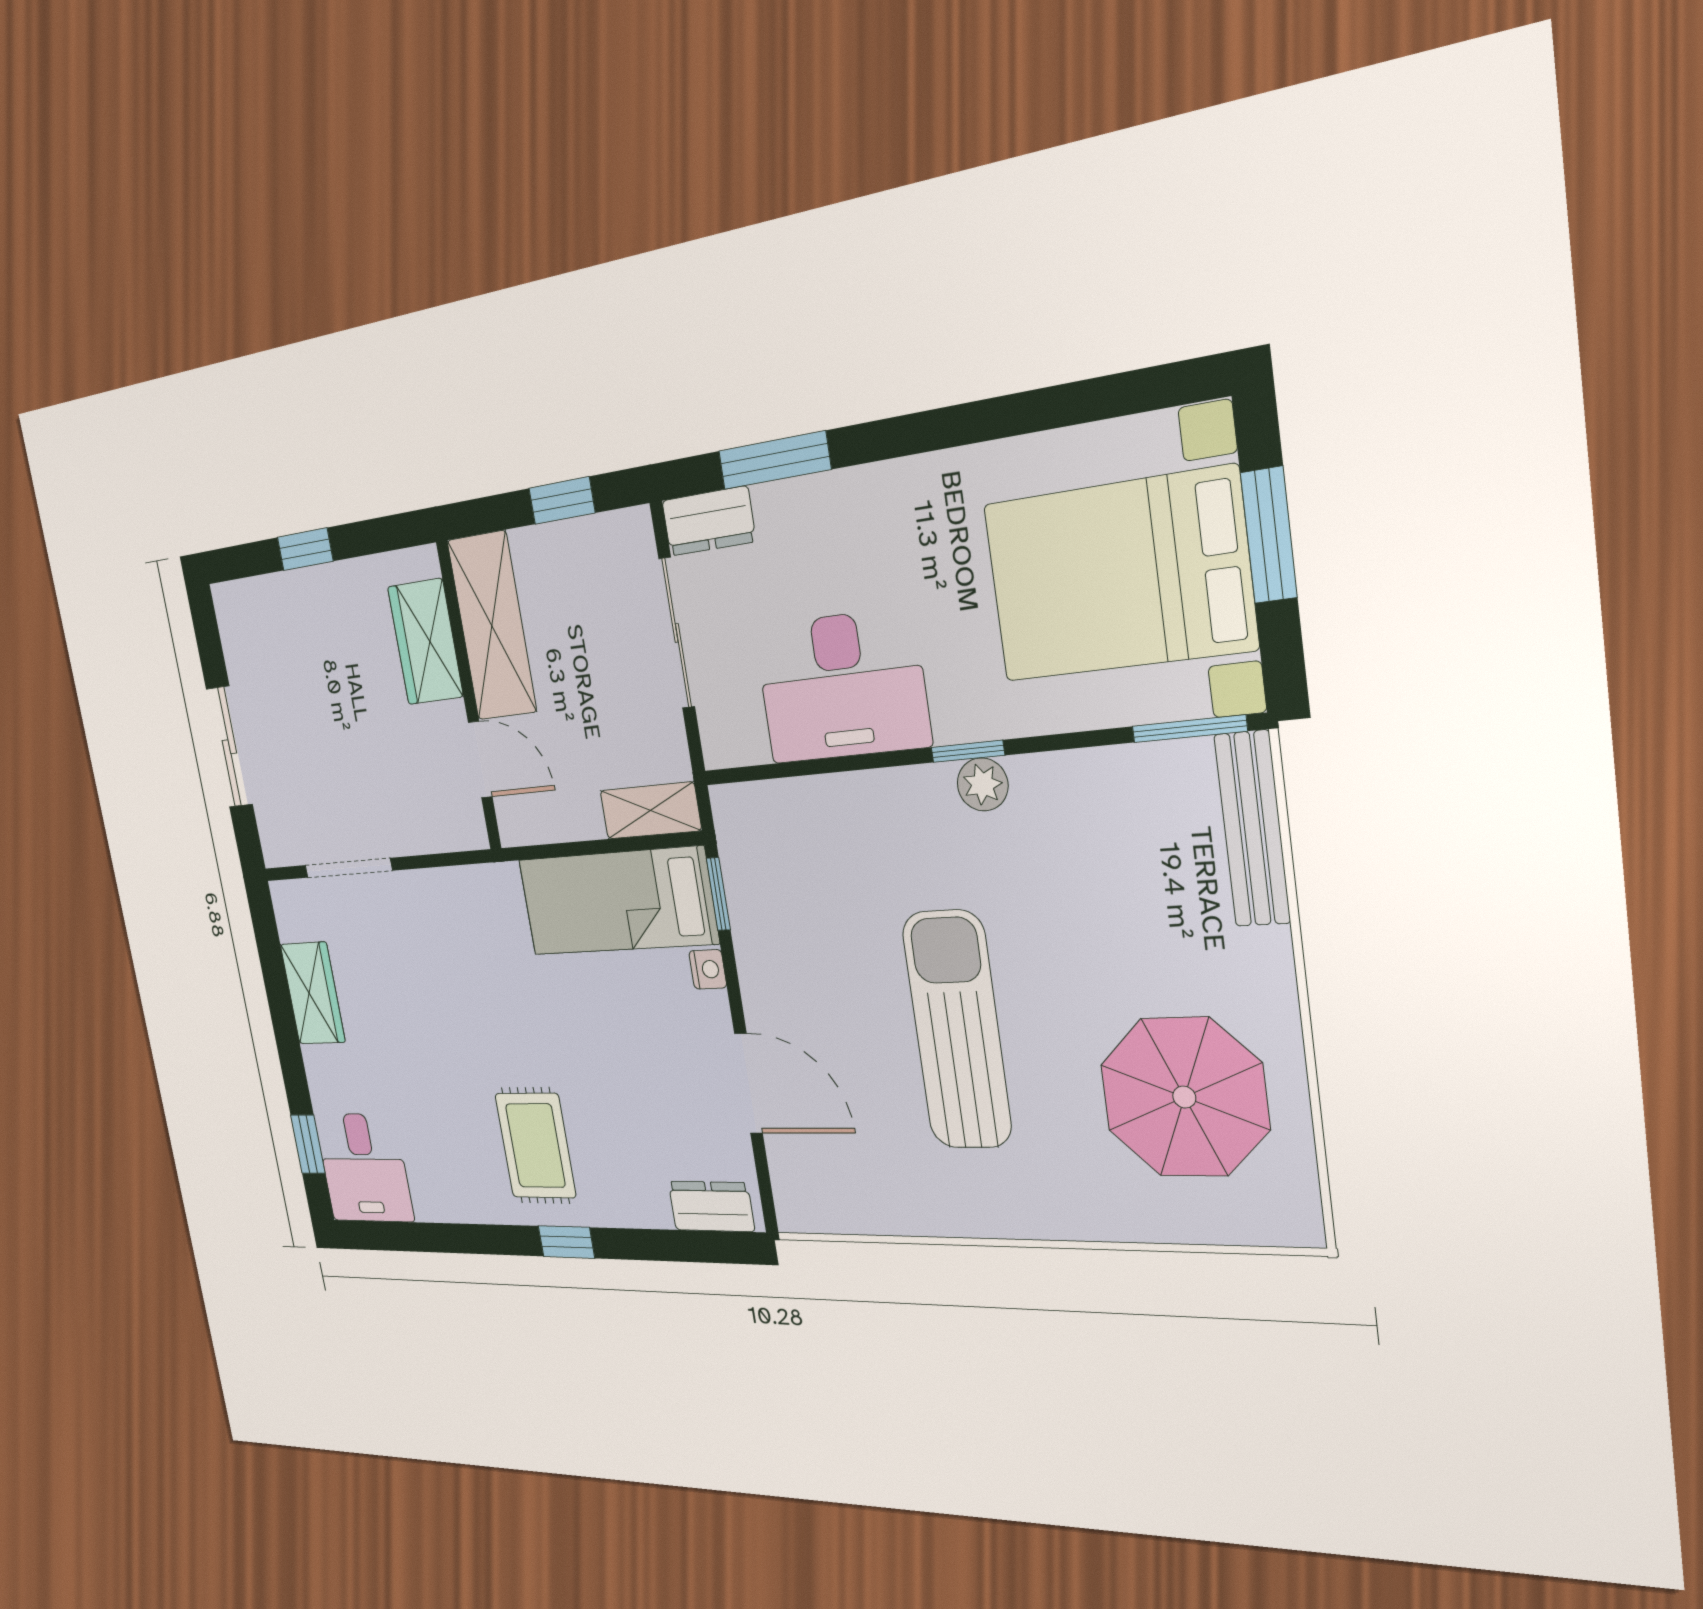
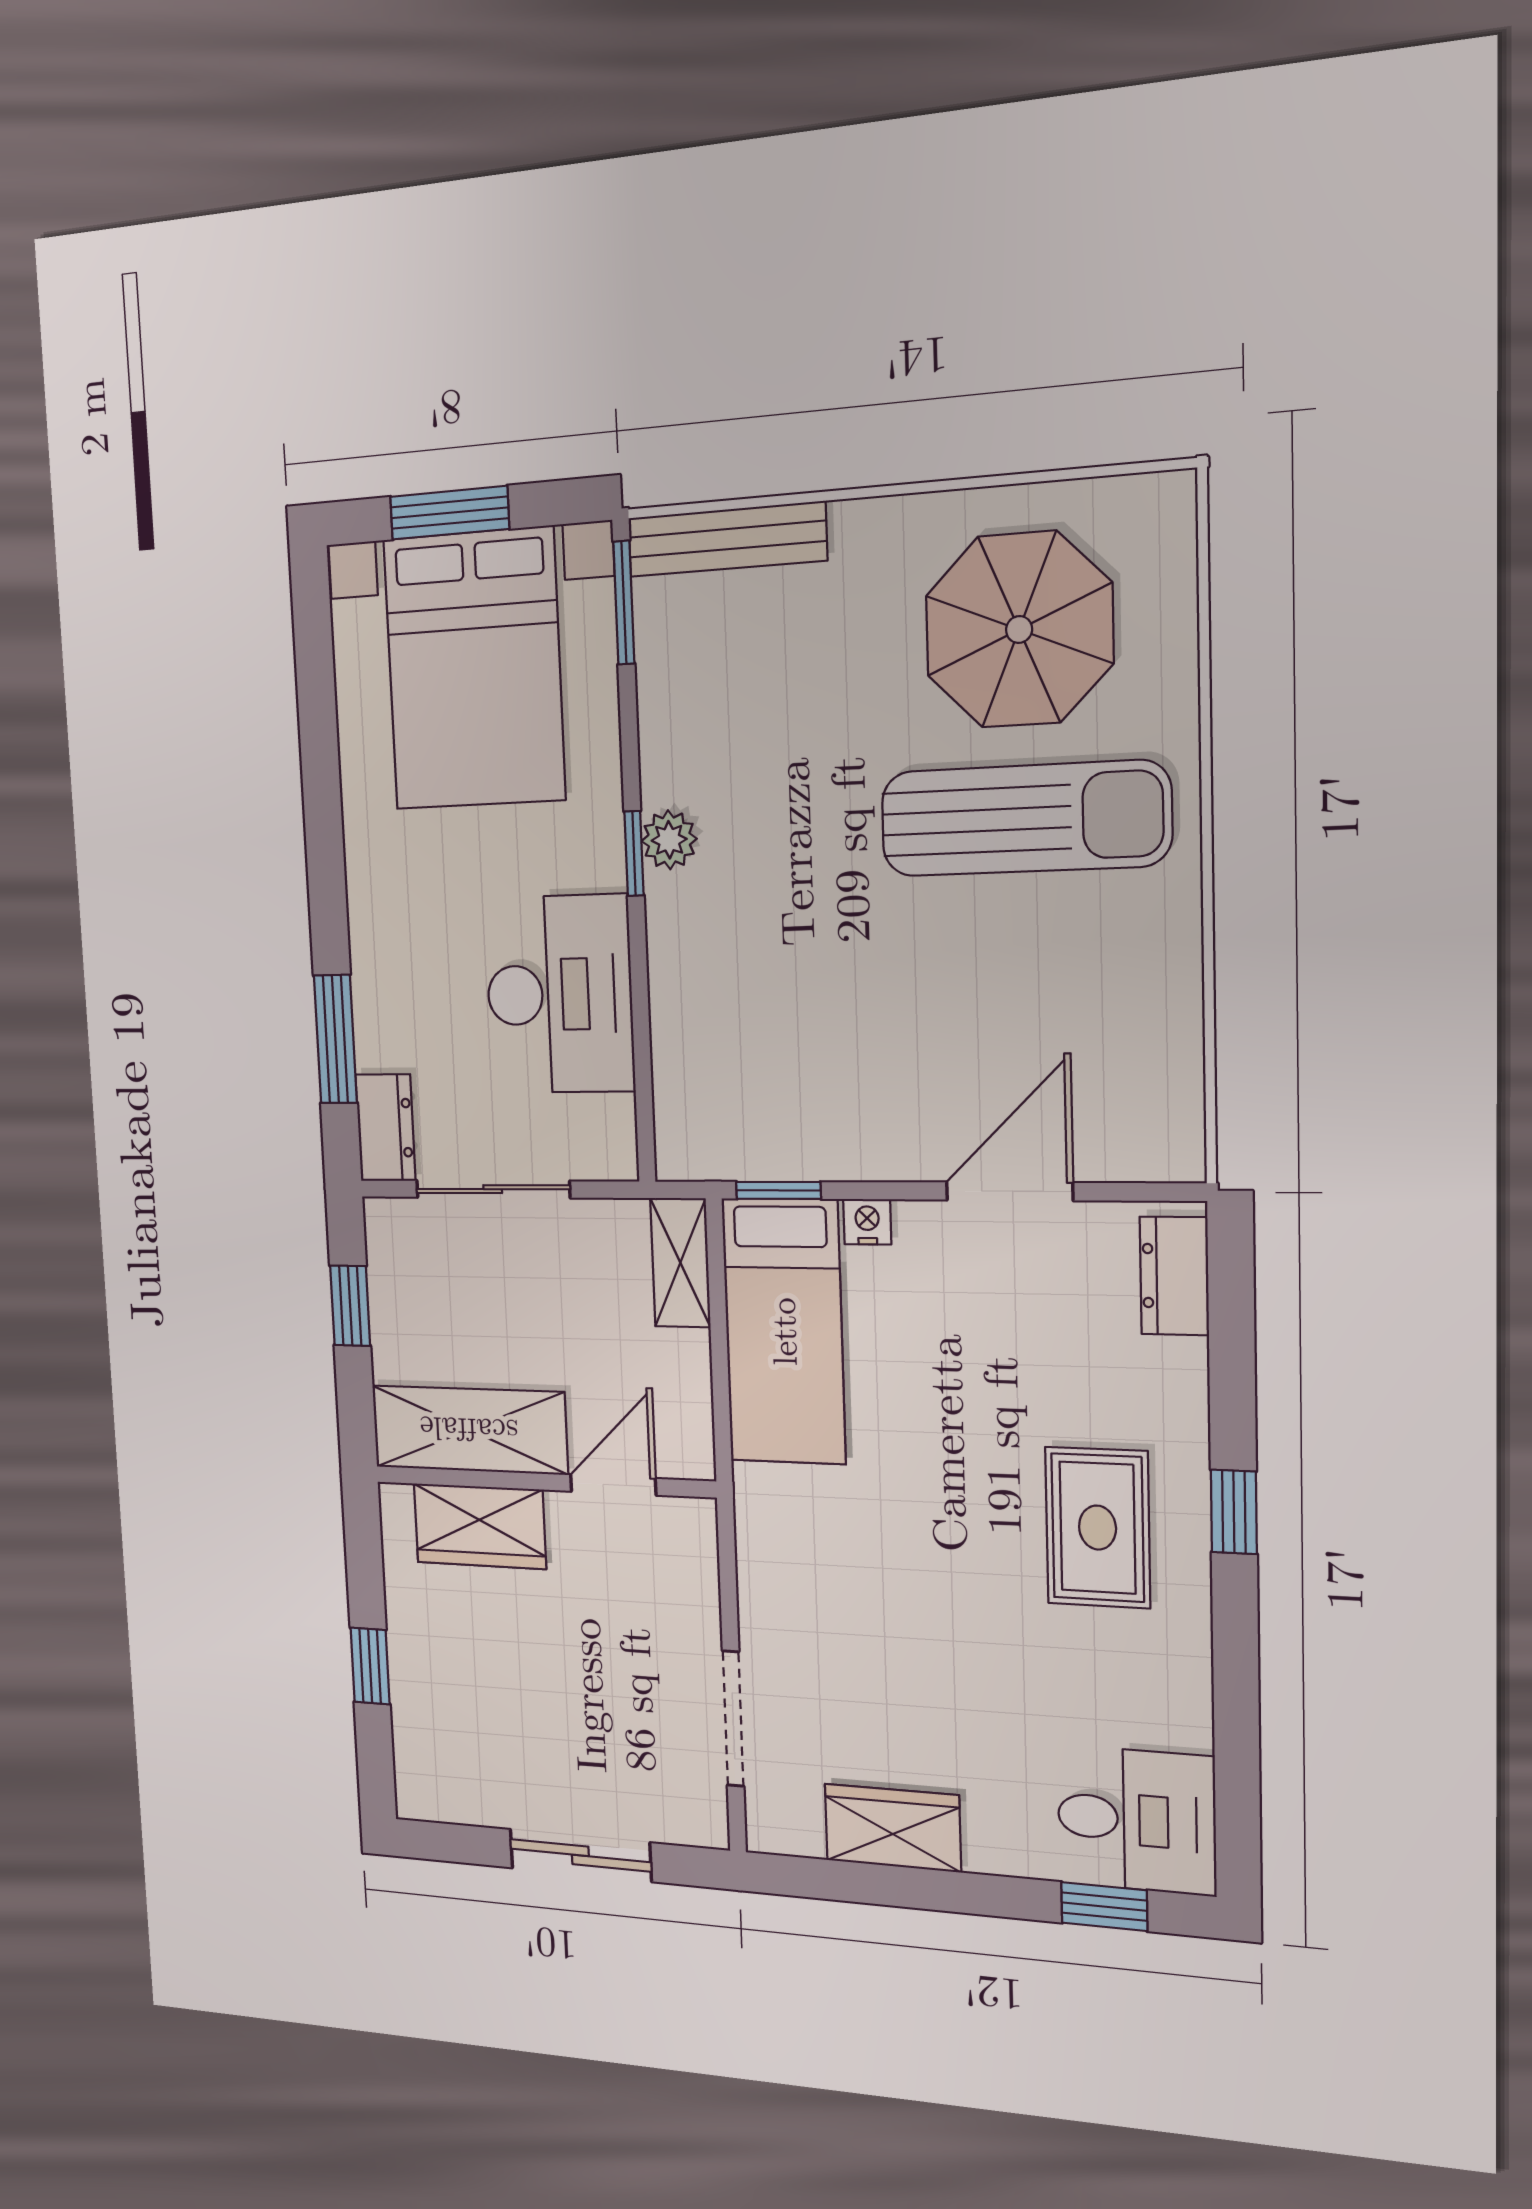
sun lounger: (957, 1030) -> (1025, 819), moved, turned 180
rug: (535, 1146) -> (1098, 1528), turned 90

